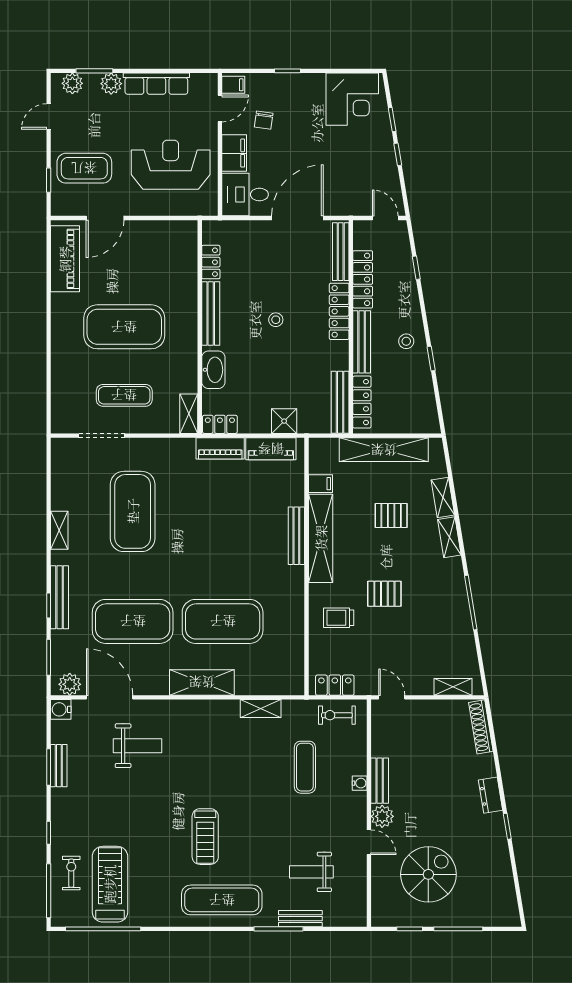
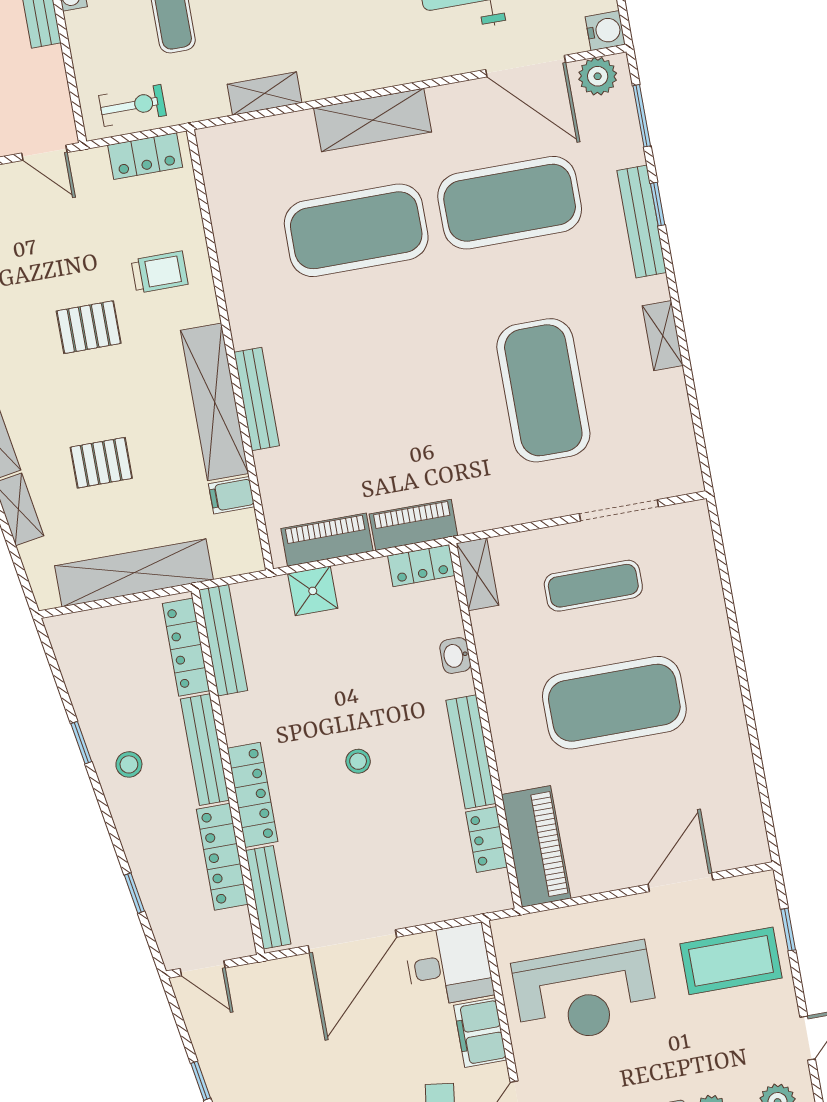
piano: (65, 259) -> (536, 846), moved, turned 180
washbasin: (213, 370) -> (455, 656), width x0.52, depth x0.69

